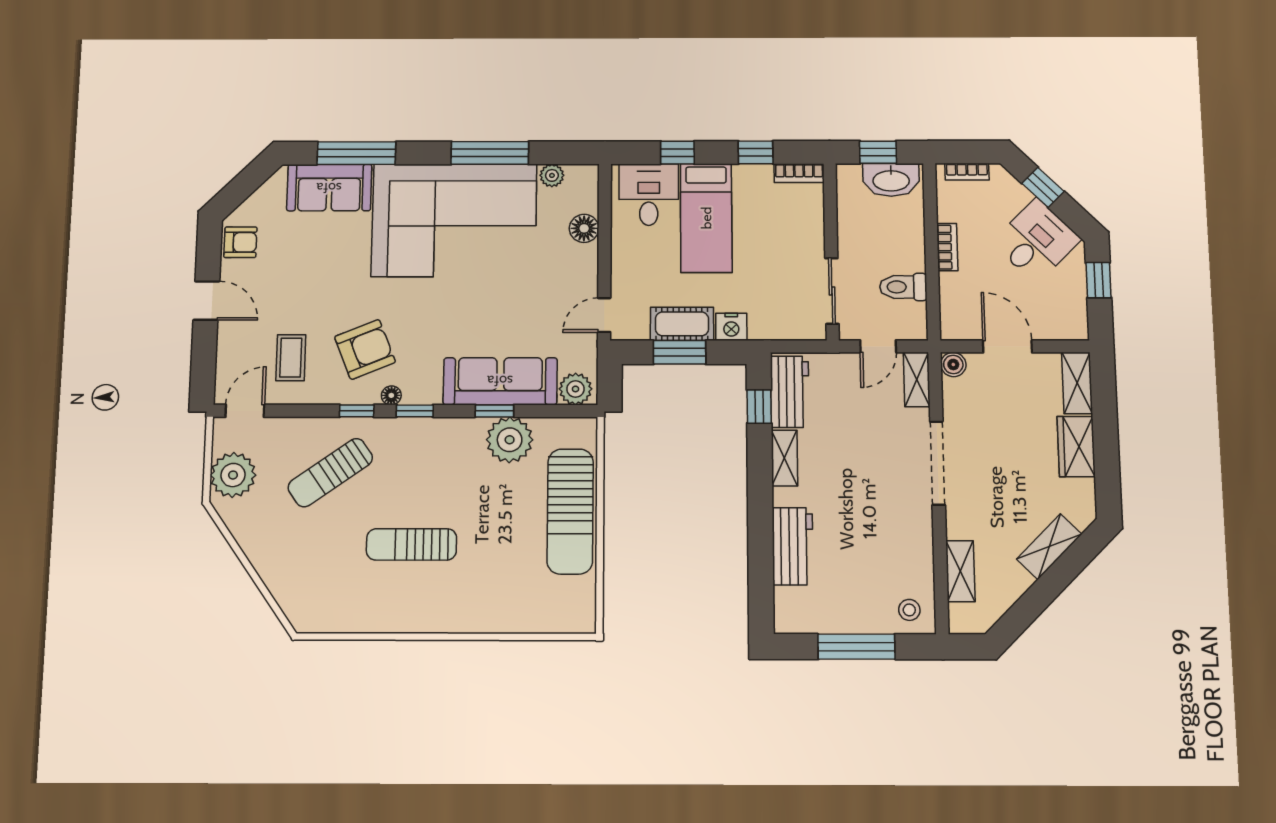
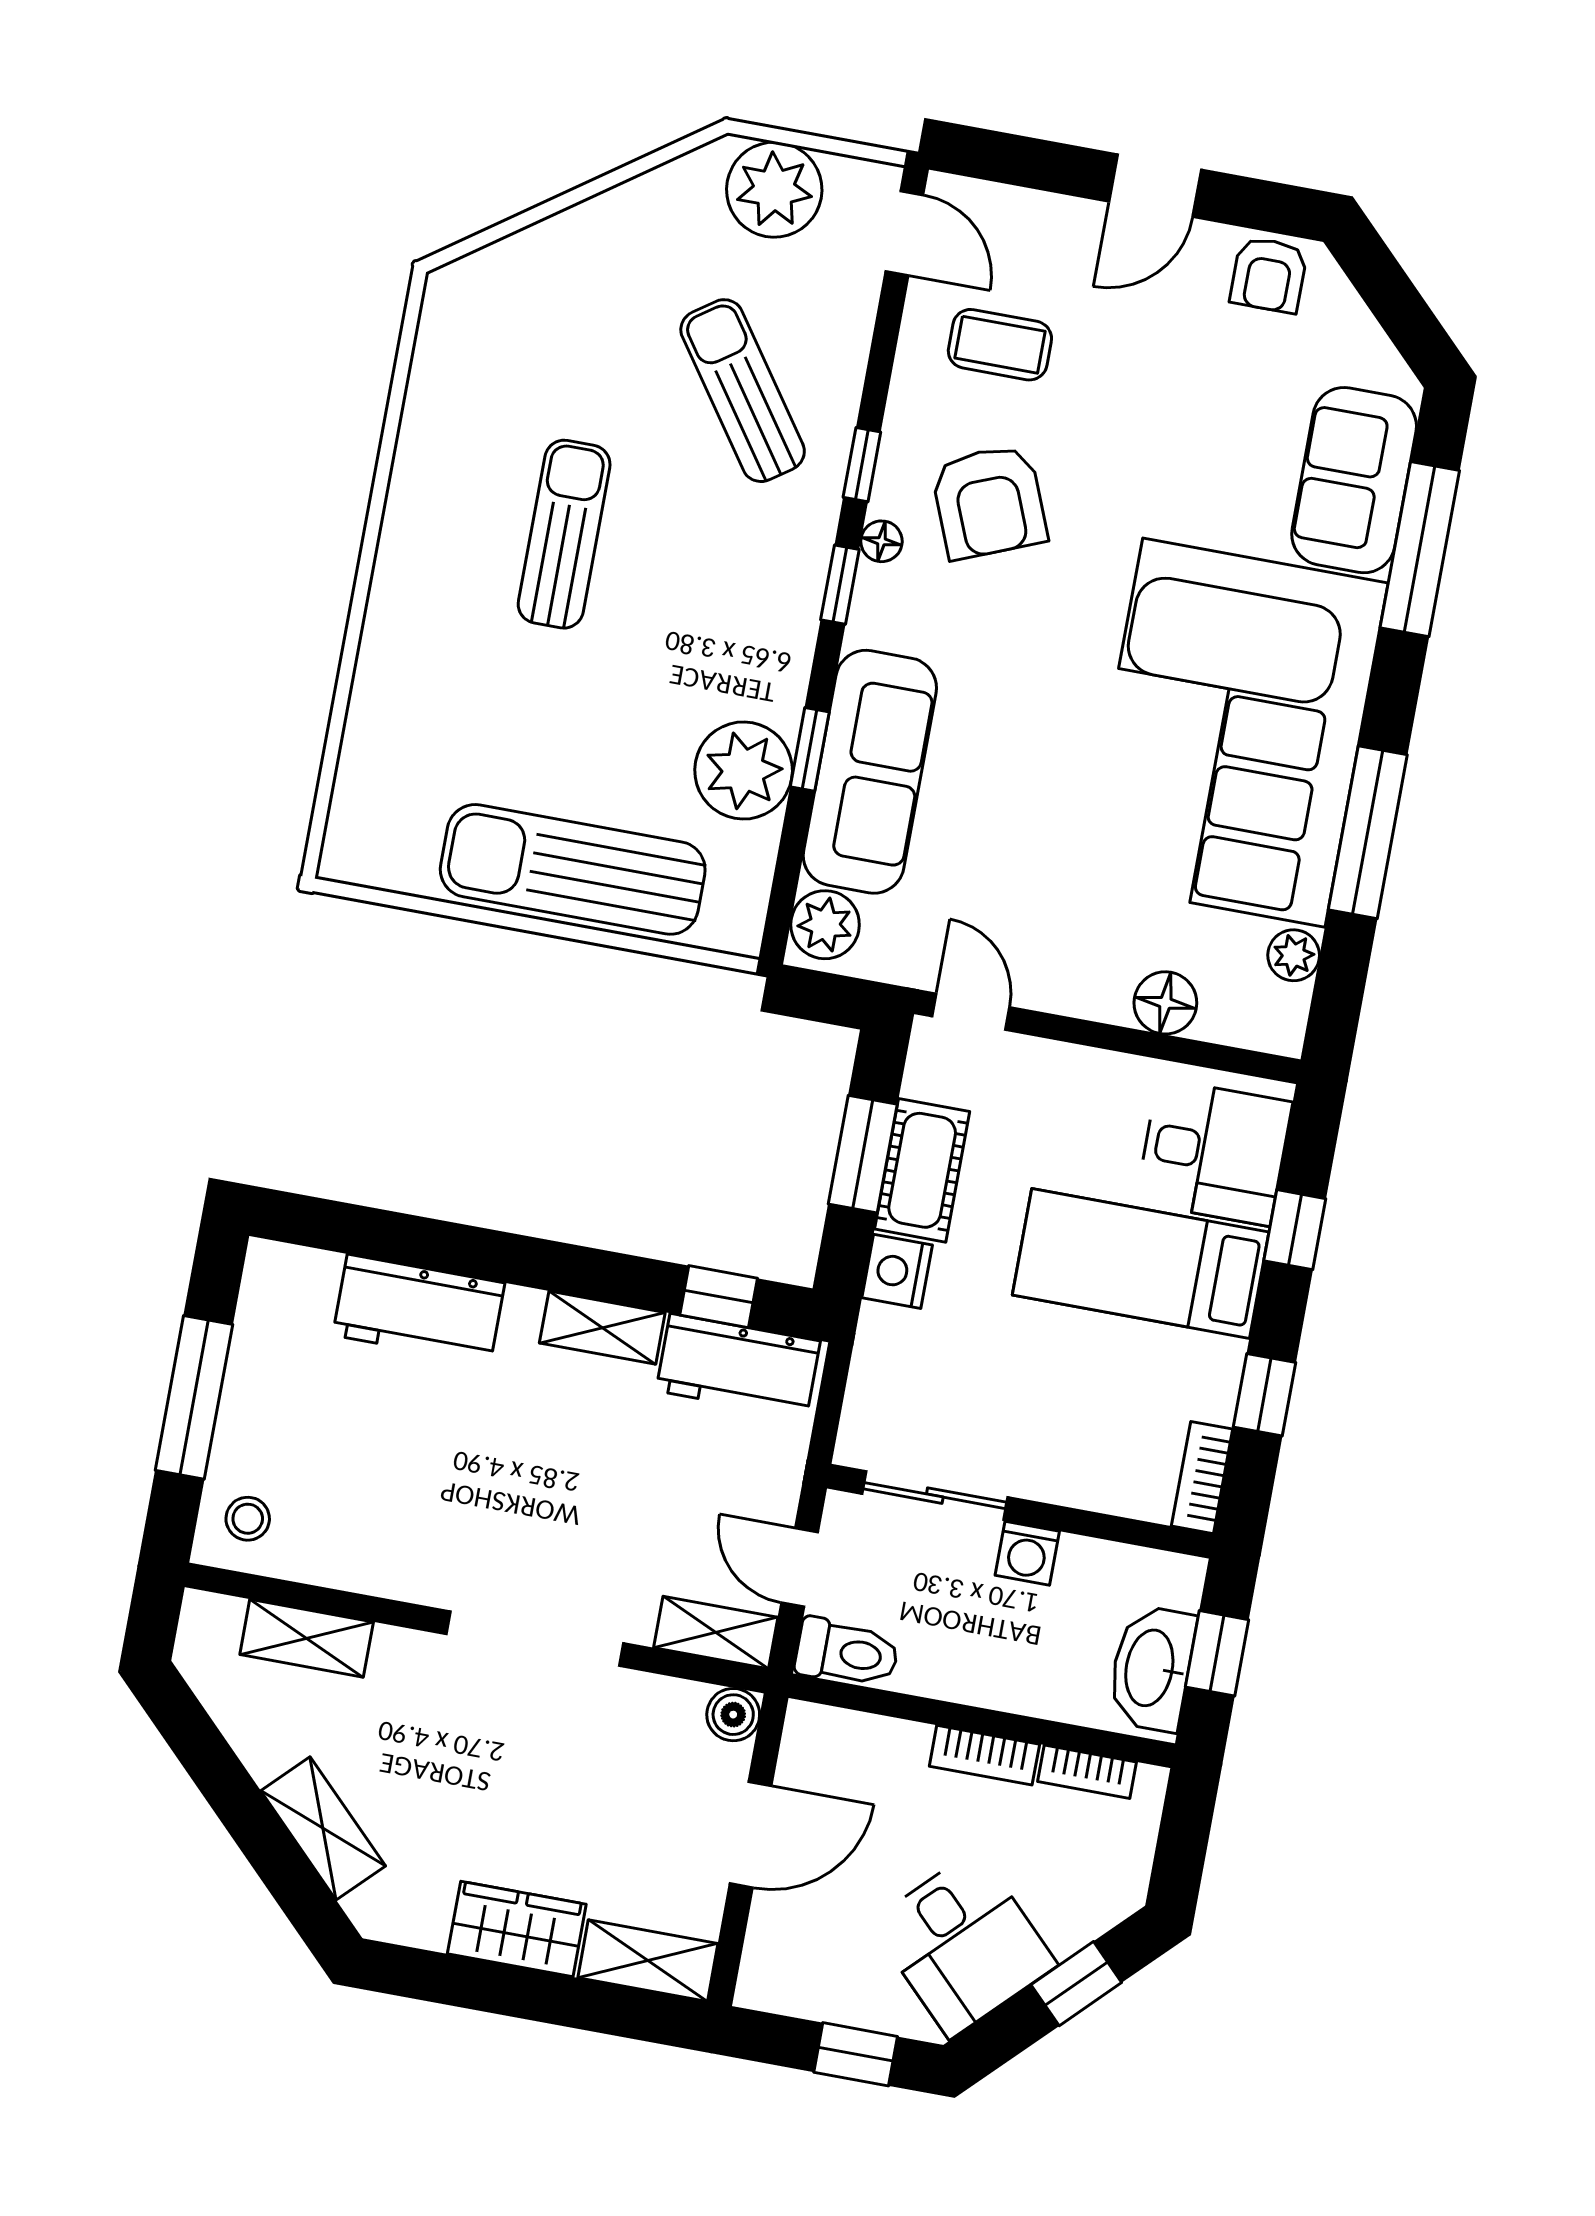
bookcase: (967, 172) -> (1087, 1772), moved, turned -90
washing machine: (850, 245) -> (1027, 1553), added
toilet: (903, 287) -> (847, 1653), moved, turned 90

